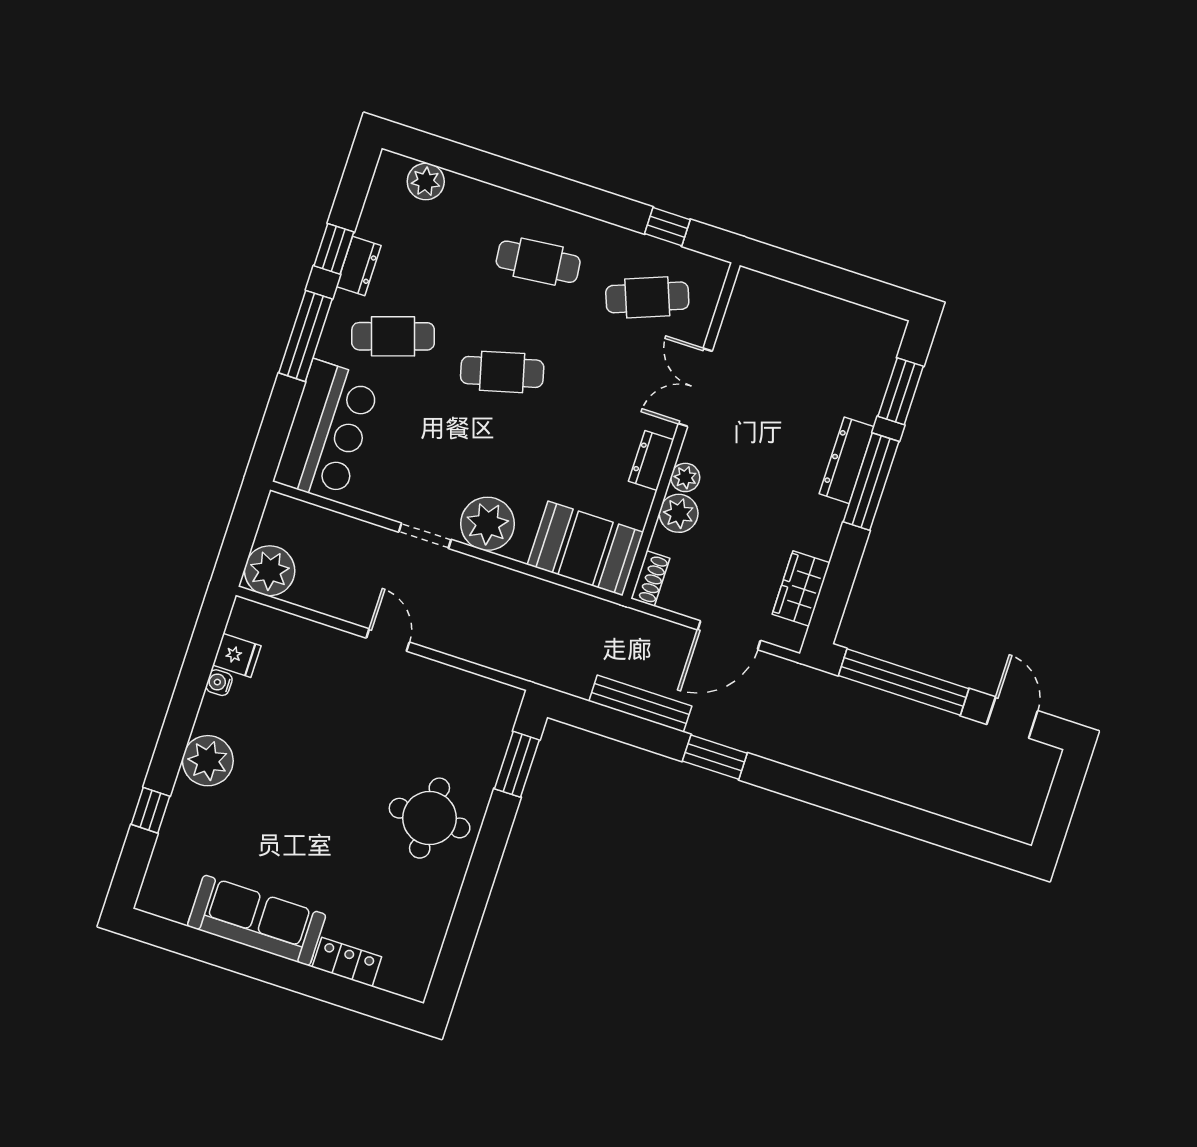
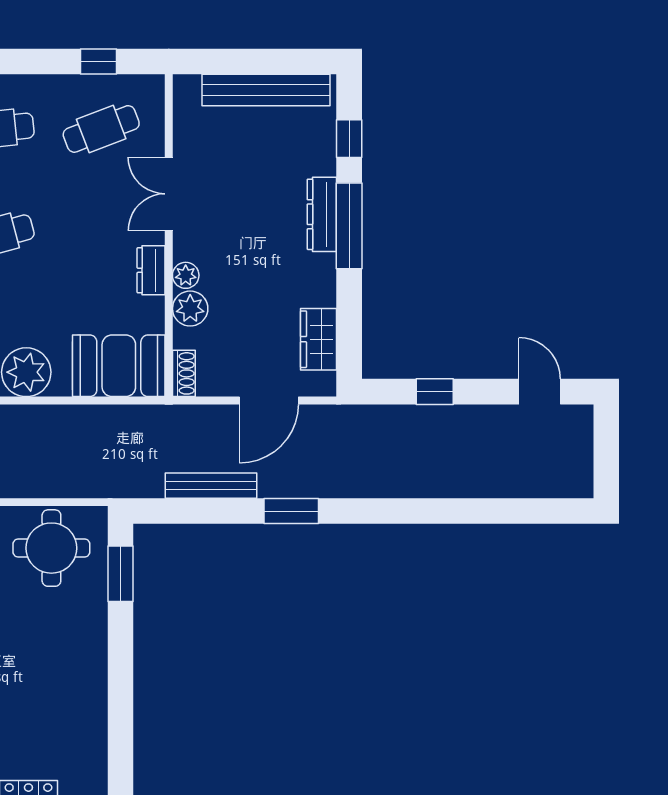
bench: (831, 313) -> (266, 90), added
window: (901, 391) -> (349, 139), width x0.67
window: (904, 682) -> (435, 392), width x0.32
round table: (430, 818) -> (51, 548), moved

